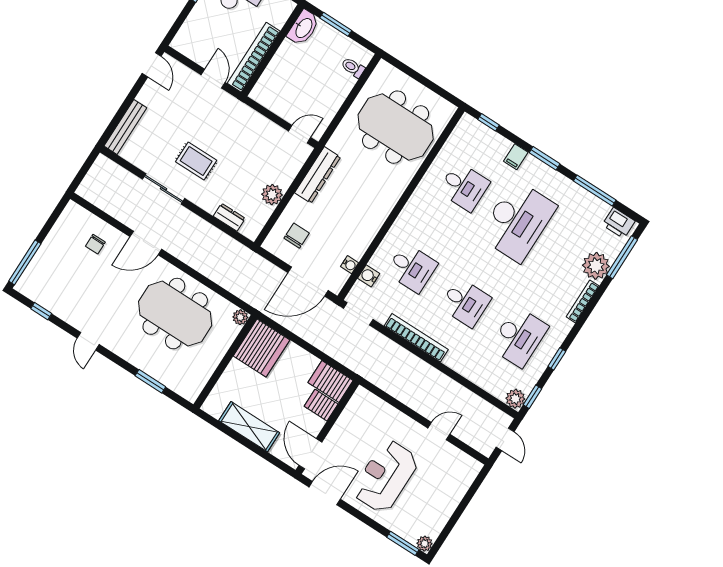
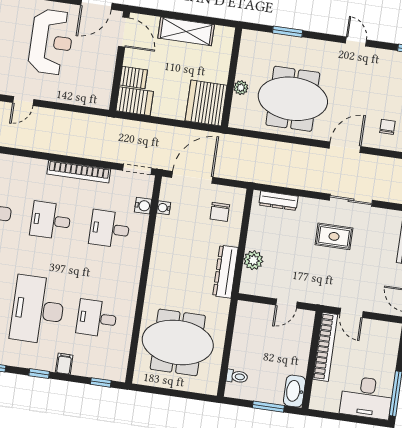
door: (300, 134) -> (286, 304), moved
window: (545, 158) -> (39, 374), width x0.67
plant: (272, 195) -> (253, 260), moved
dresser: (229, 217) -> (278, 201), width x1.44
plant: (240, 317) -> (241, 88), moved

